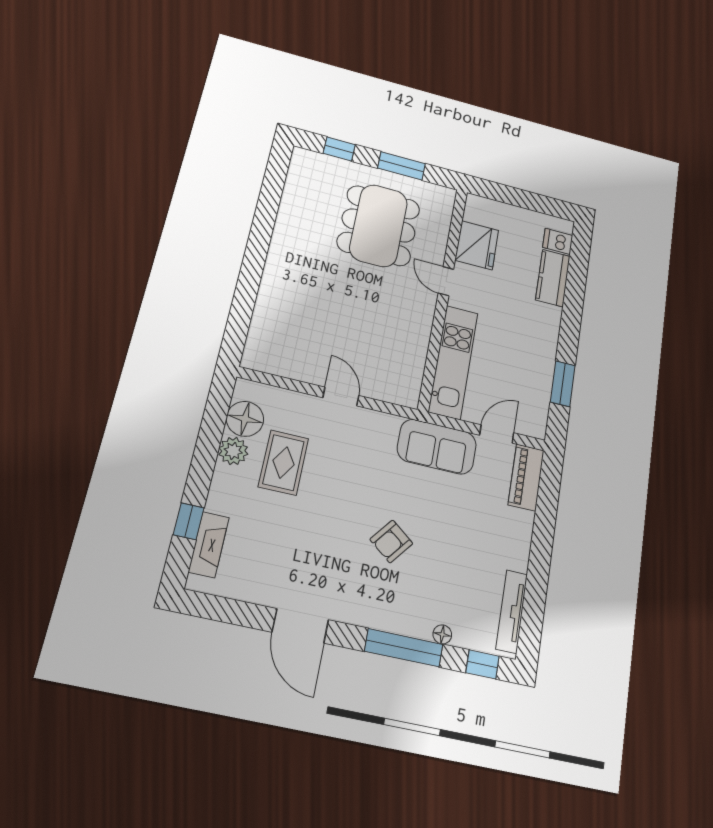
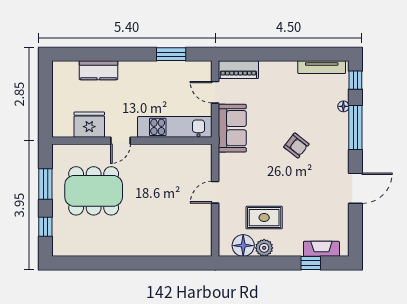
dishwasher: (558, 241) -> (70, 70), removed

